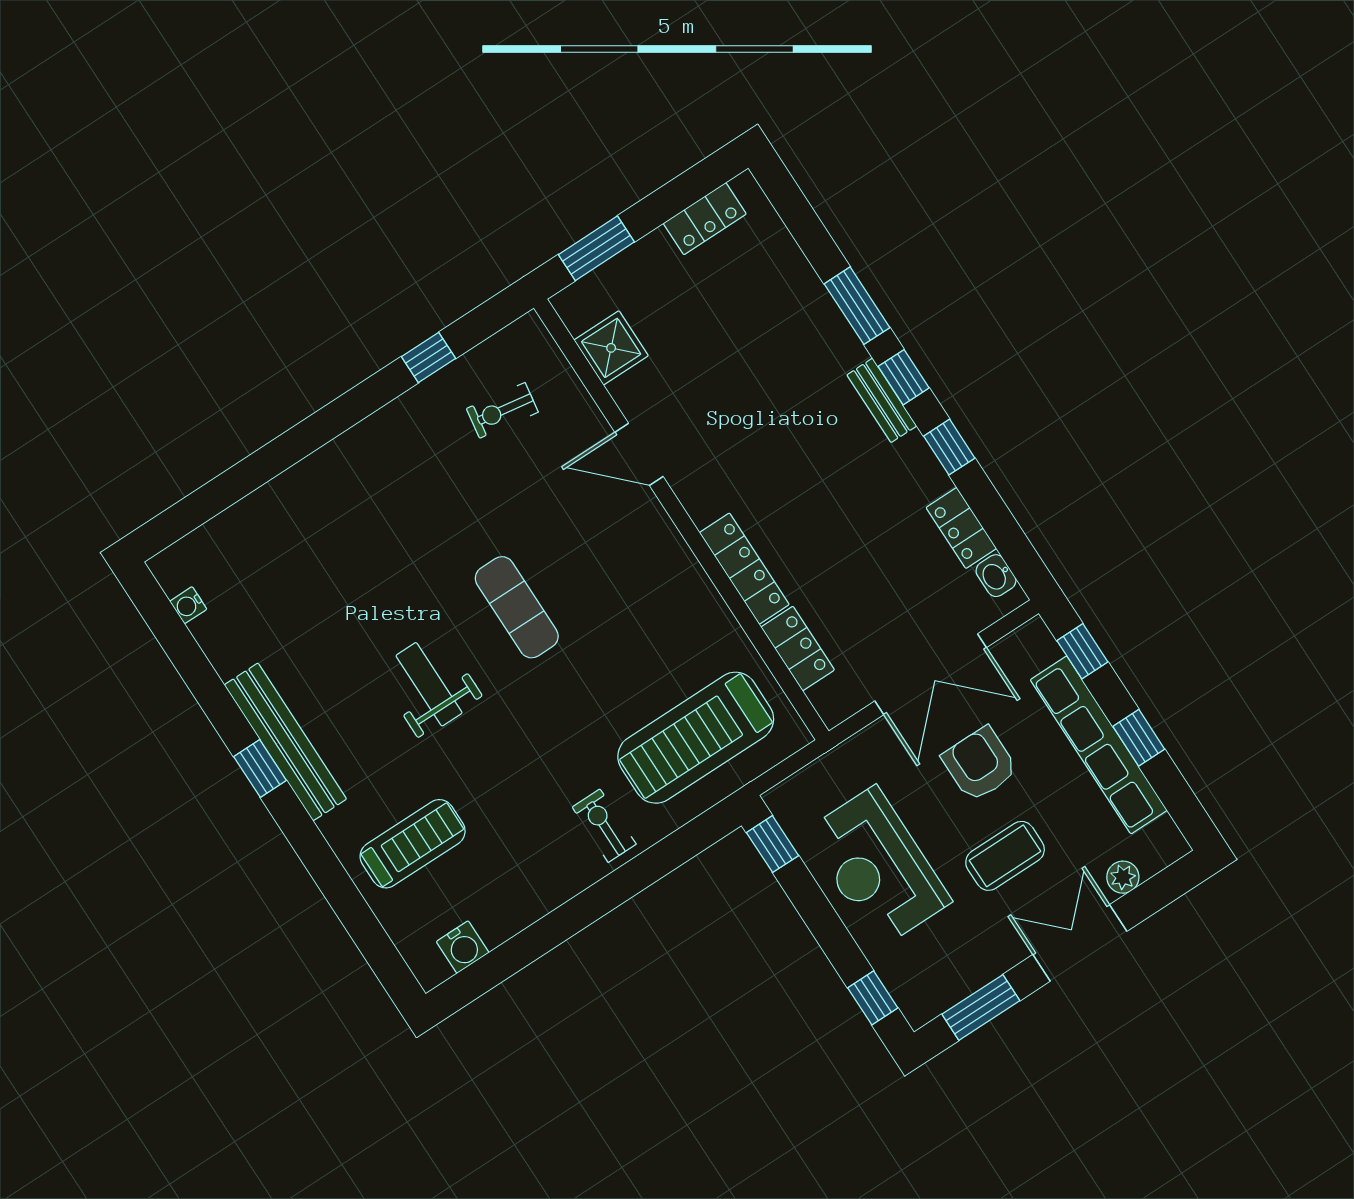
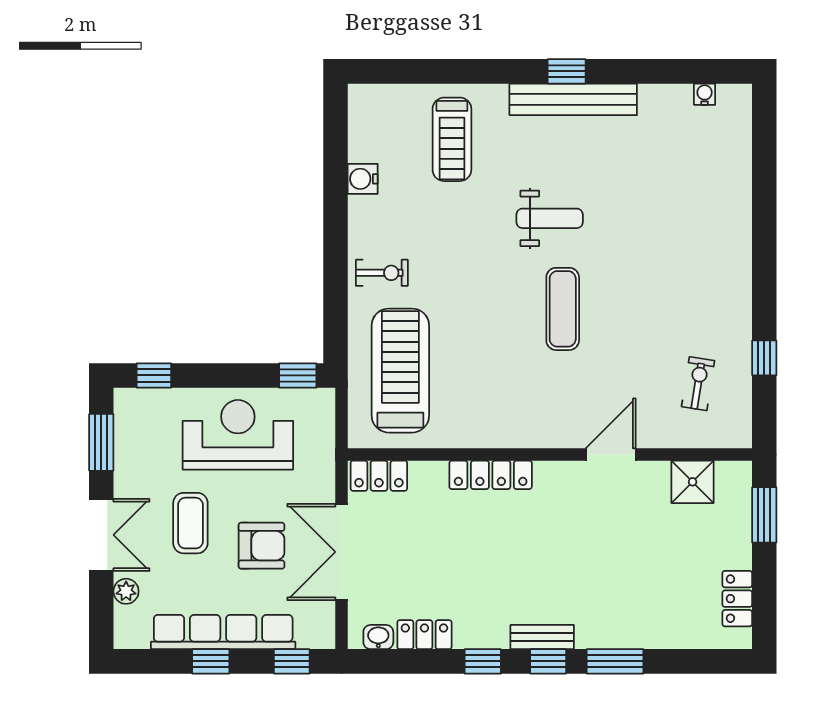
exercise mat: (517, 607) -> (563, 309), turned 90
locker: (798, 648) -> (379, 476), moved
water cooler: (463, 947) -> (363, 179), moved

